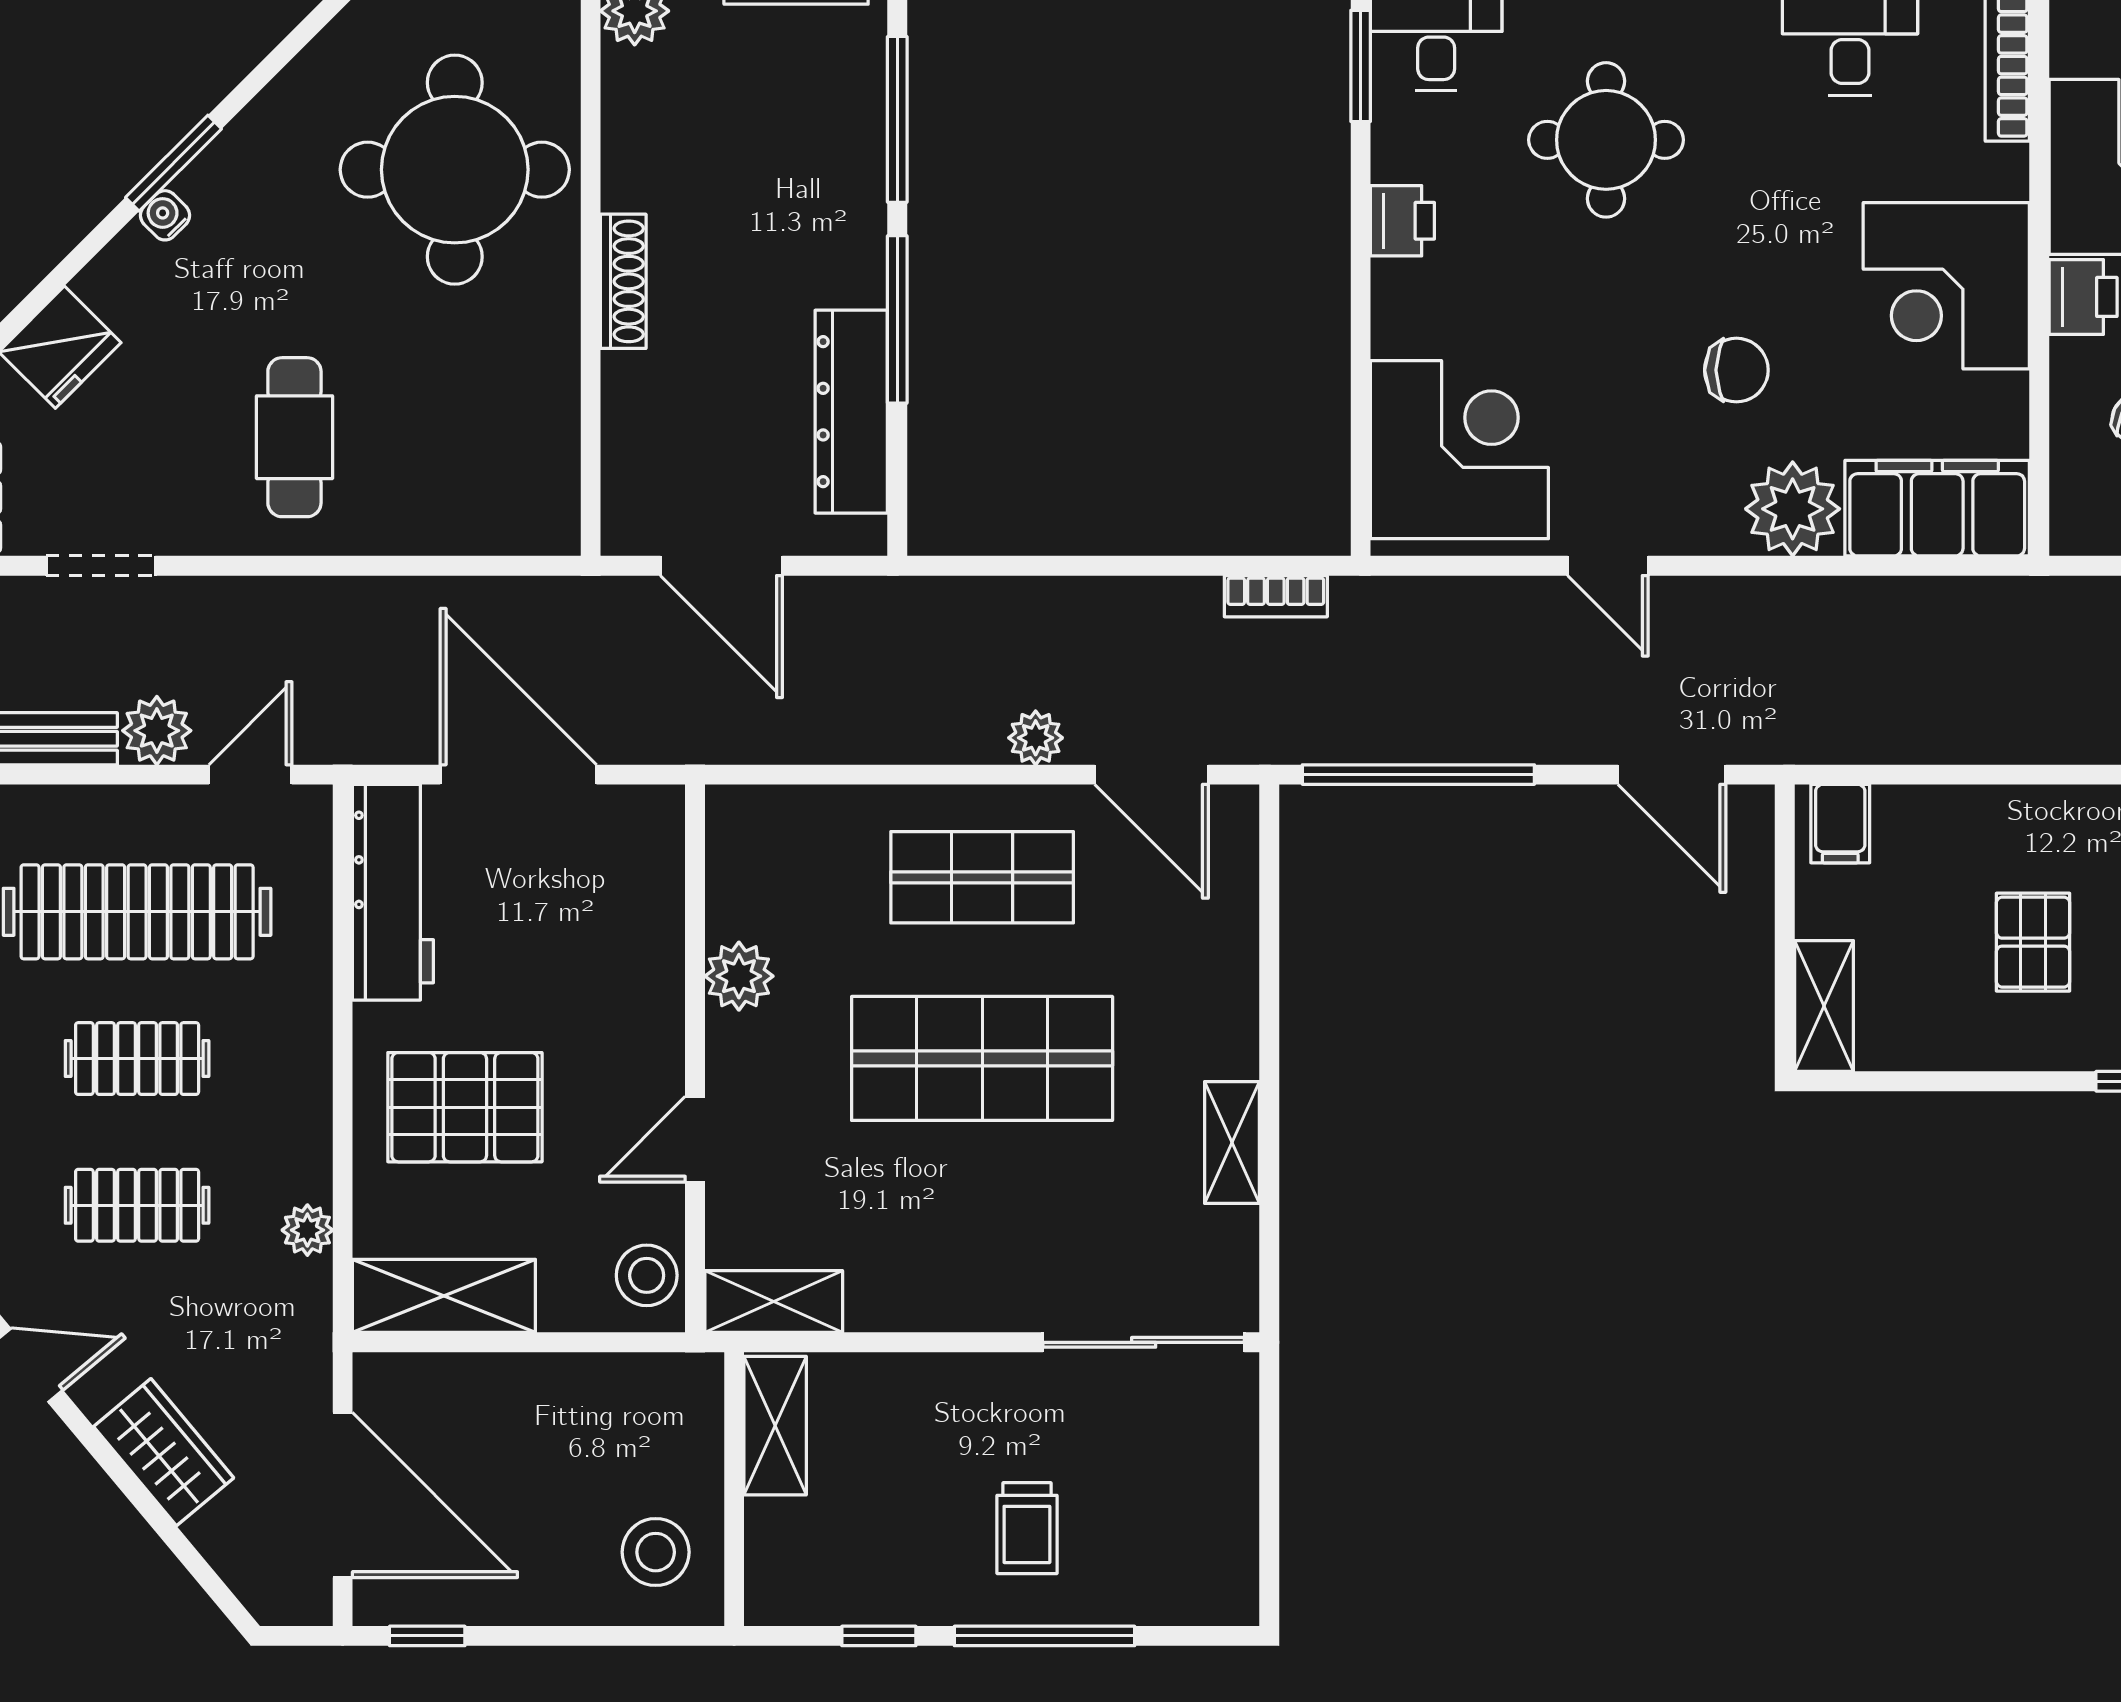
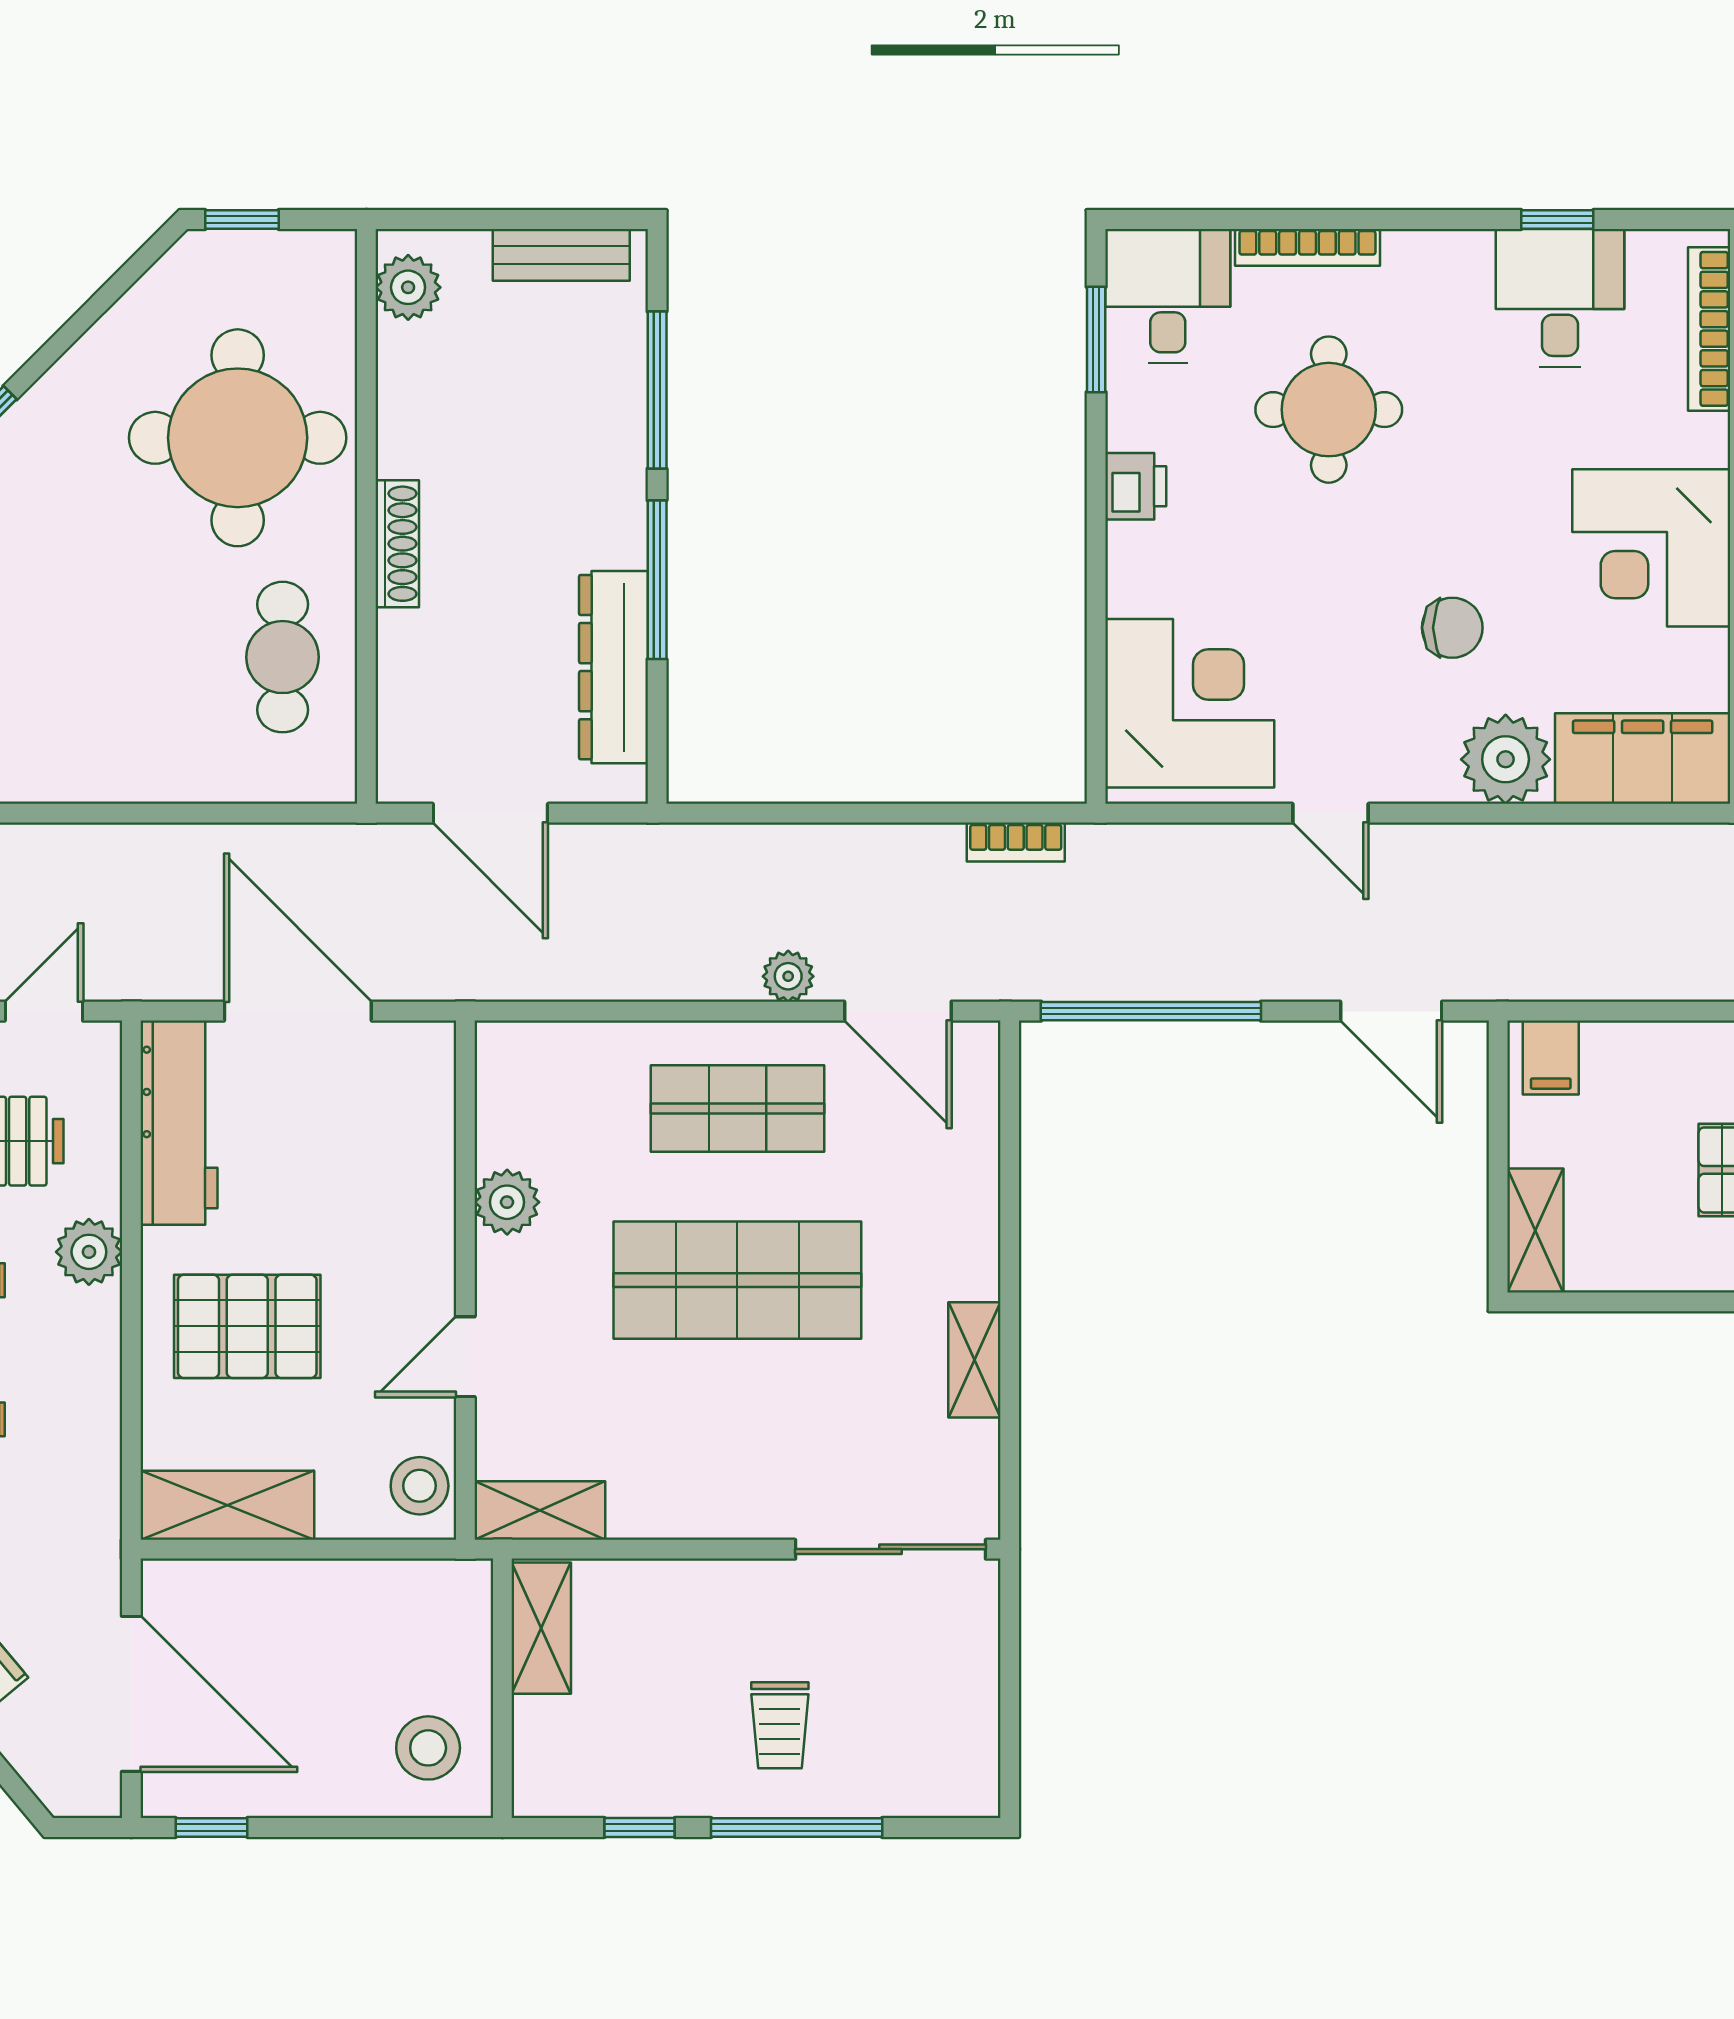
cafe table: (294, 437) -> (283, 657), moved
plant: (307, 1230) -> (89, 1252), moved, width x1.38, depth x1.38

